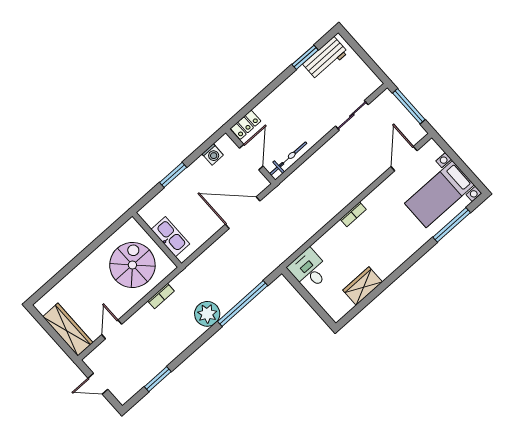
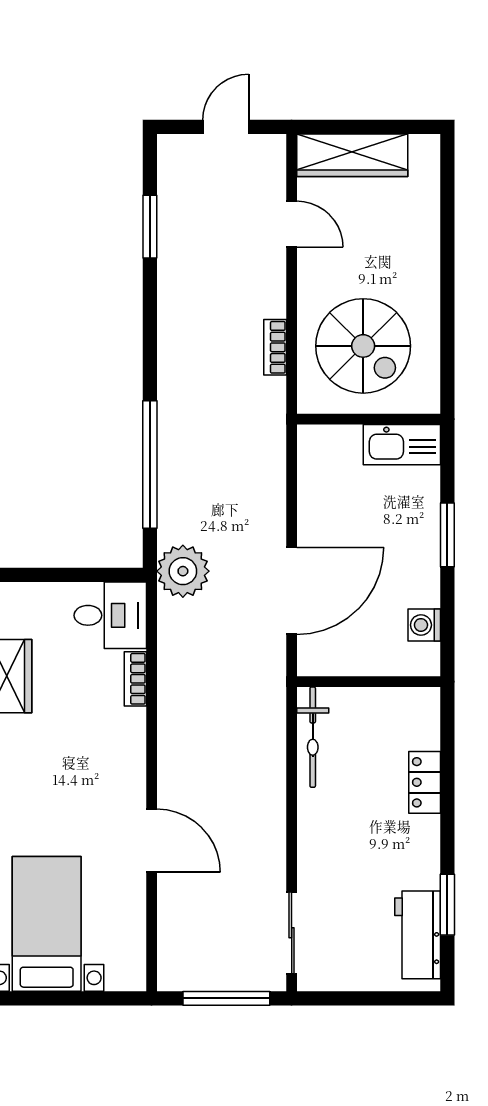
sliding door: (352, 115) -> (292, 933), moved
locker: (246, 125) -> (425, 782), moved
door: (251, 157) -> (366, 682), removed
door: (404, 159) -> (152, 841), moved
bookcase: (353, 214) -> (135, 679), moved
kitchen sink: (170, 237) -> (402, 445), moved
plant: (207, 314) -> (183, 571), moved

